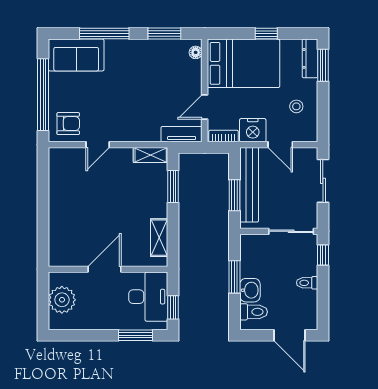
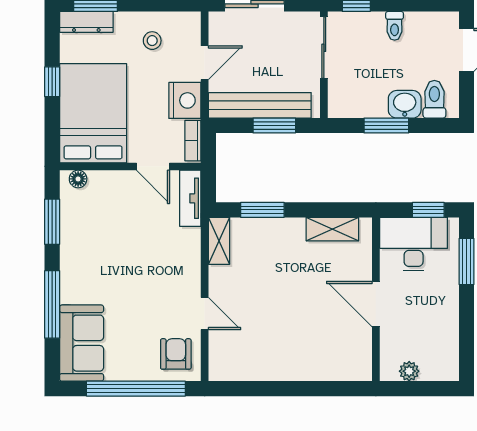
plant: (62, 300) -> (409, 371), width x0.53, depth x0.53

